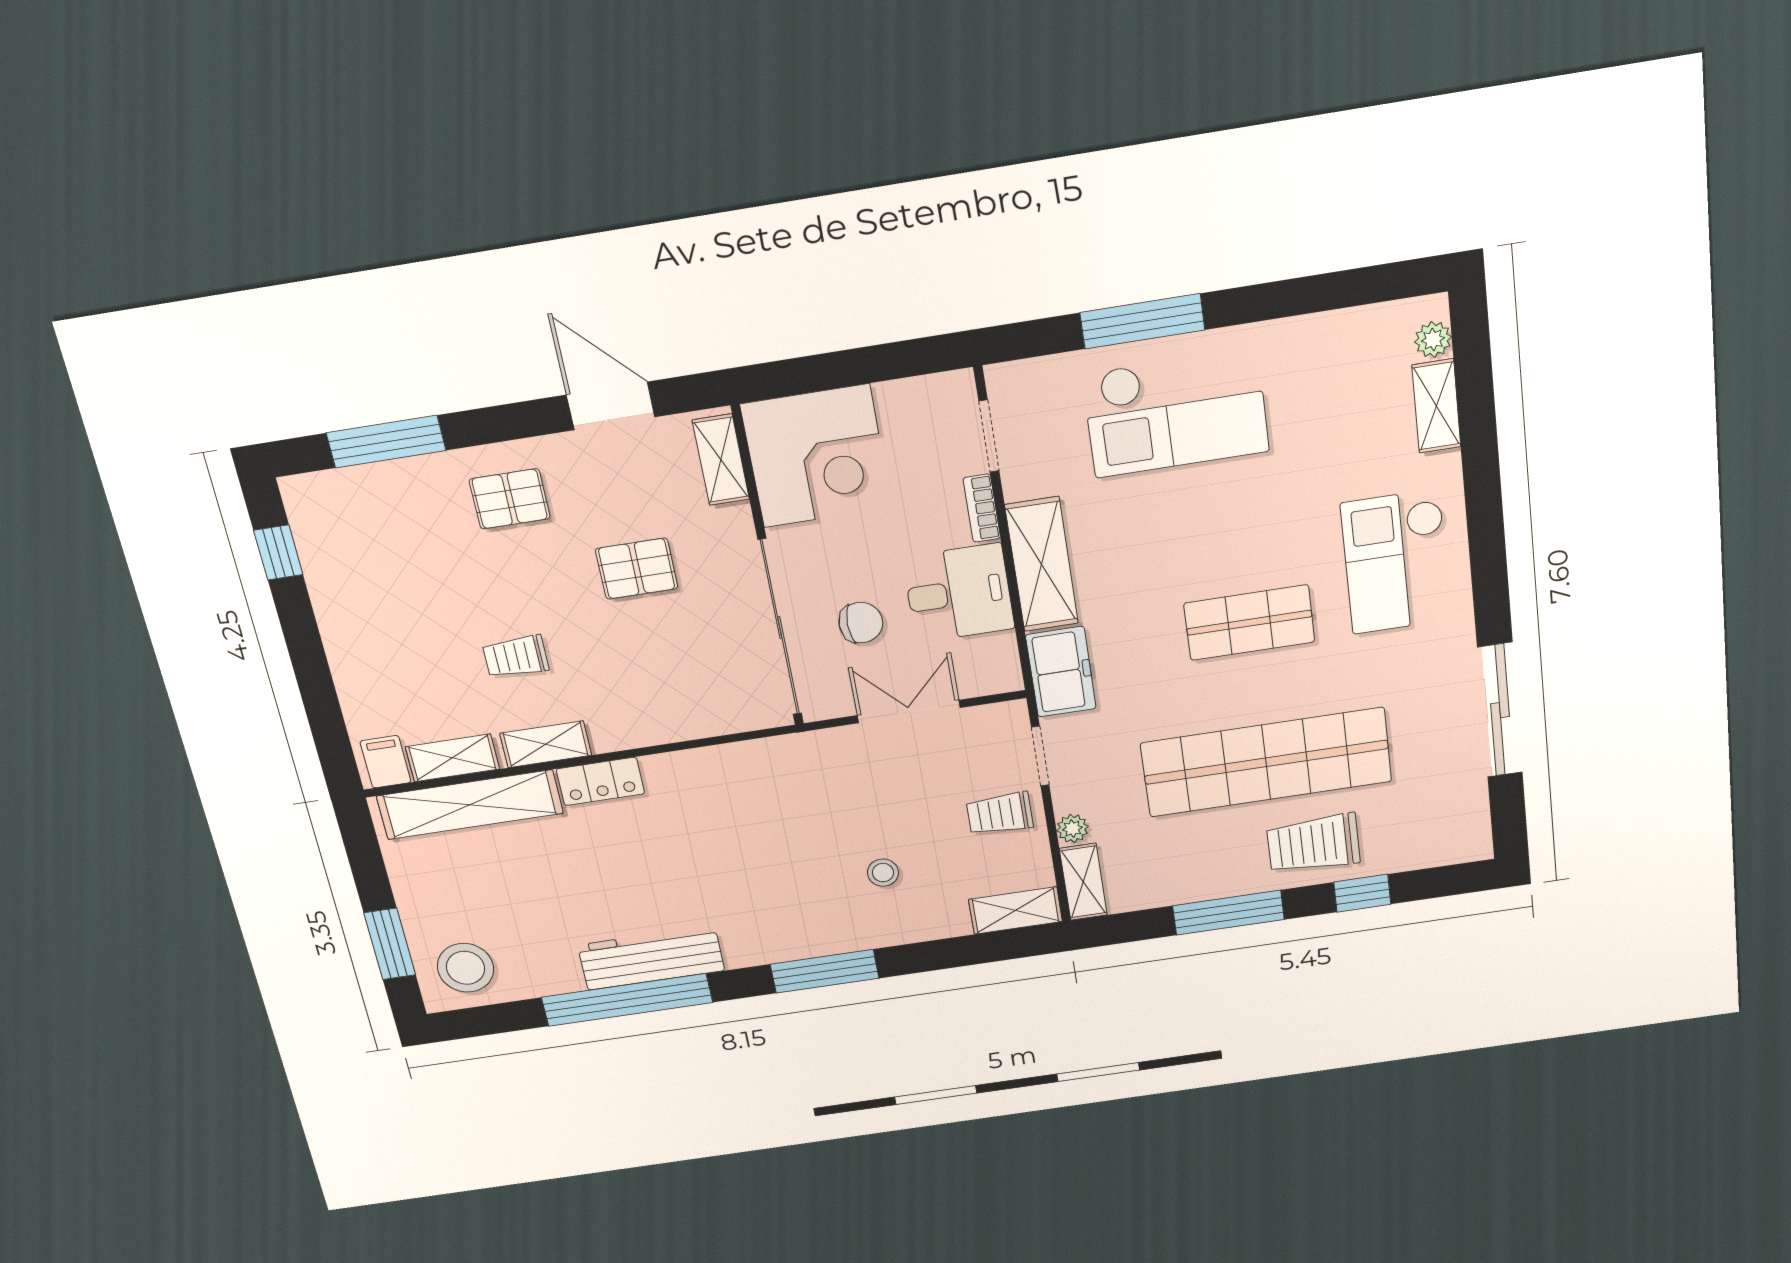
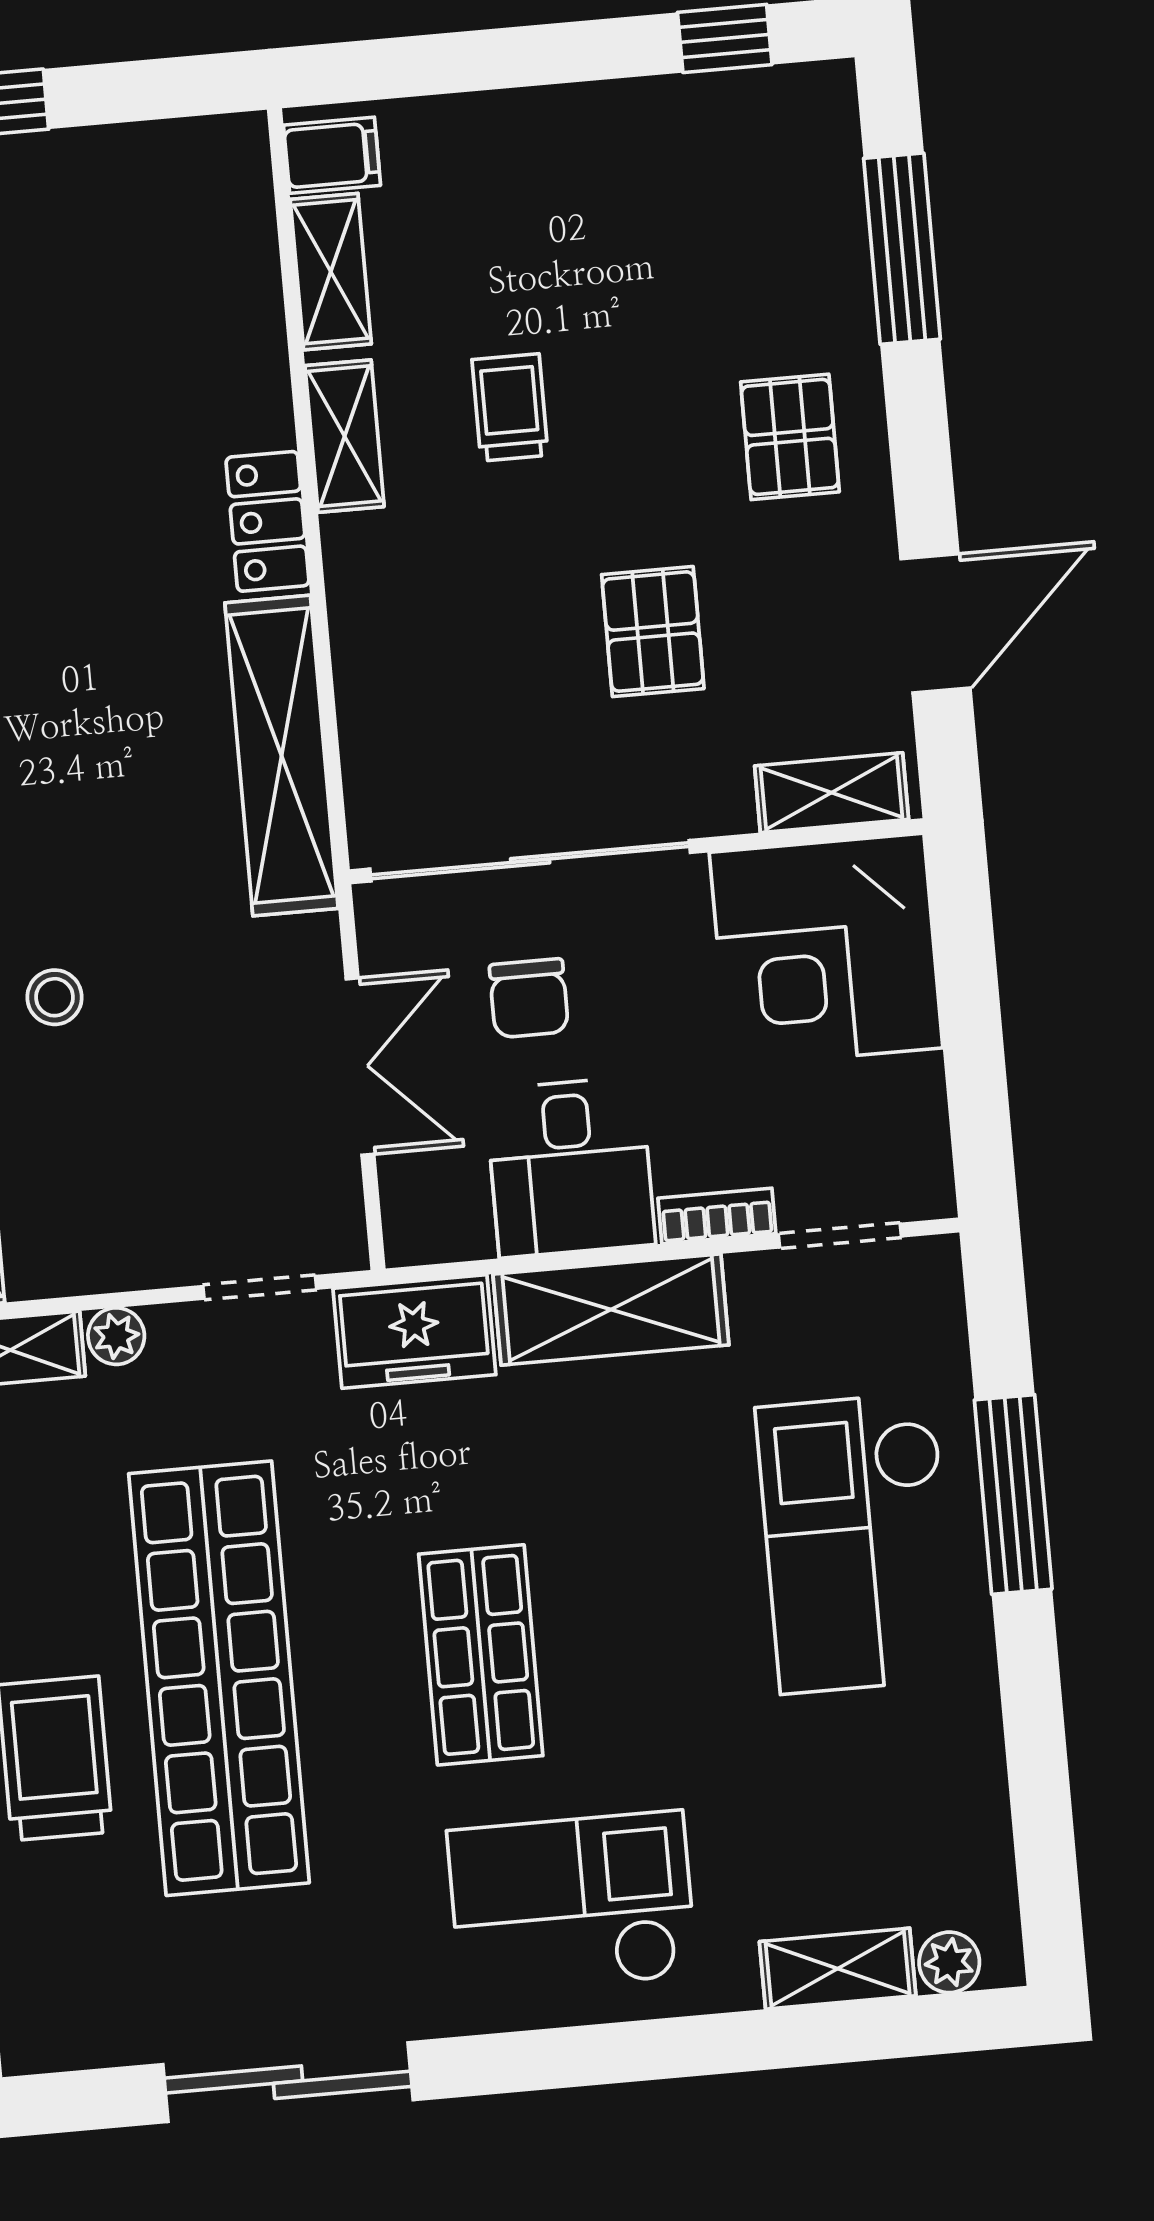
shelving: (470, 805) -> (282, 756), moved
trolley: (1000, 814) -> (155, 1211), removed

